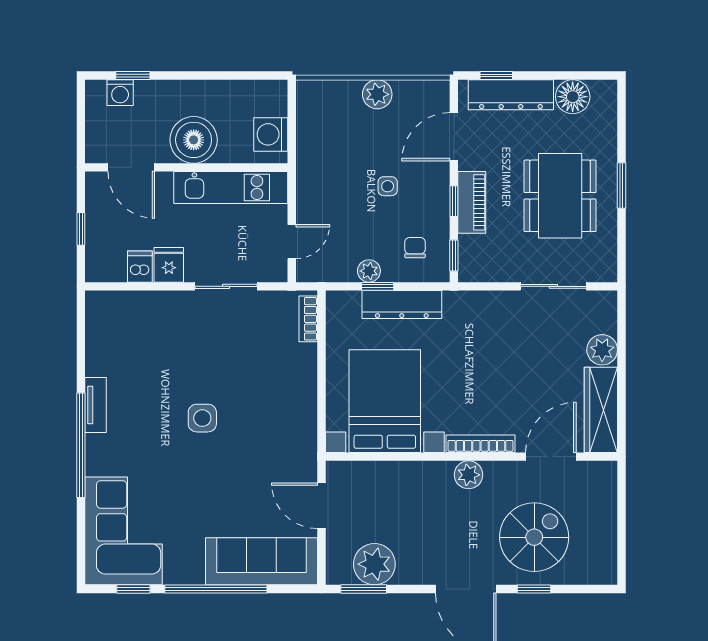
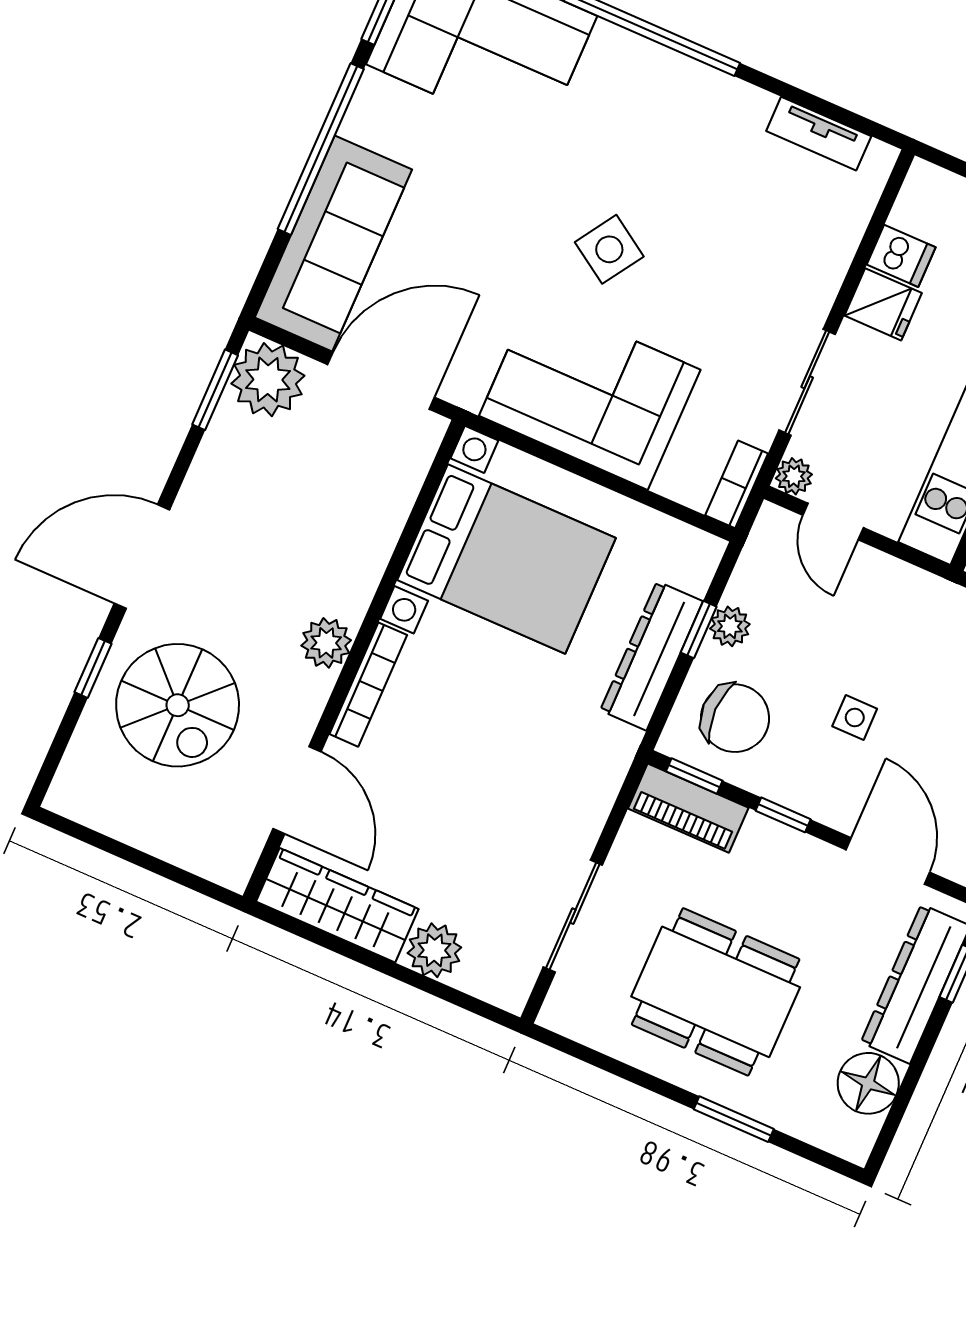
window: (621, 185) -> (734, 1119), moved
piano: (472, 202) -> (688, 808), moved
chair: (415, 248) -> (735, 718), width x1.87, depth x1.87
plant: (277, 272) -> (794, 476), added
bookcase: (308, 319) -> (737, 484), moved, turned -90
corner sofa: (280, 396) -> (590, 393), added
tv unit: (96, 405) -> (819, 134), moved
side table: (202, 418) -> (609, 249), turned 33
door: (321, 506) -> (381, 381), width x1.36
plant: (374, 564) -> (268, 380), moved

